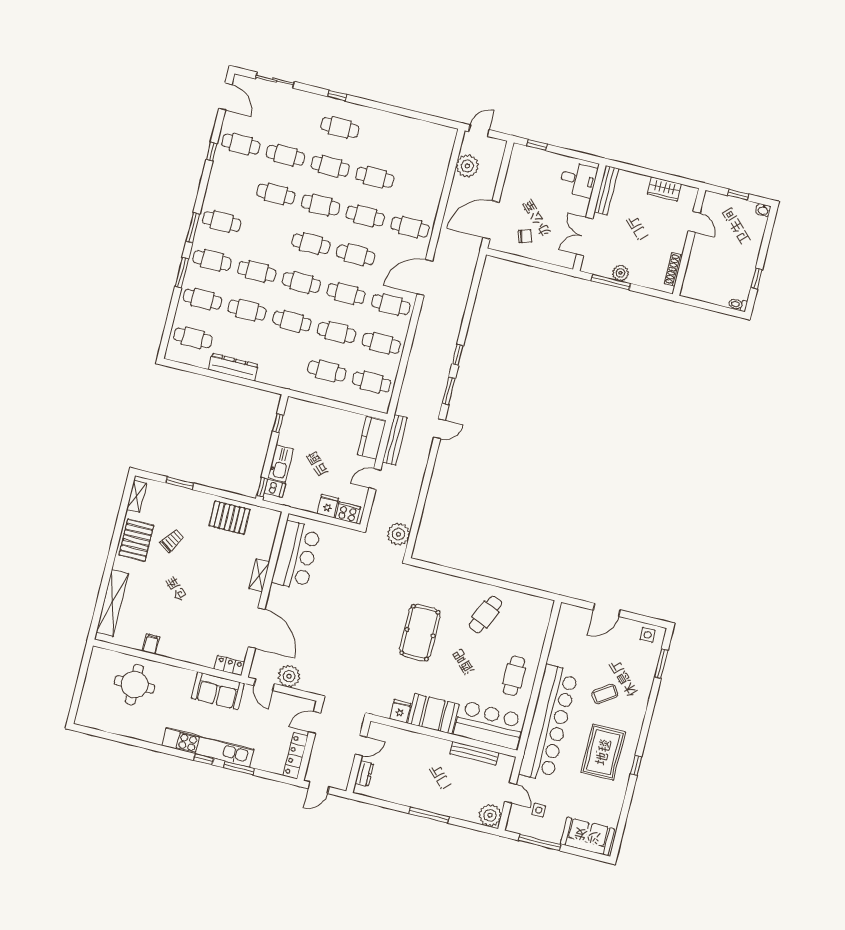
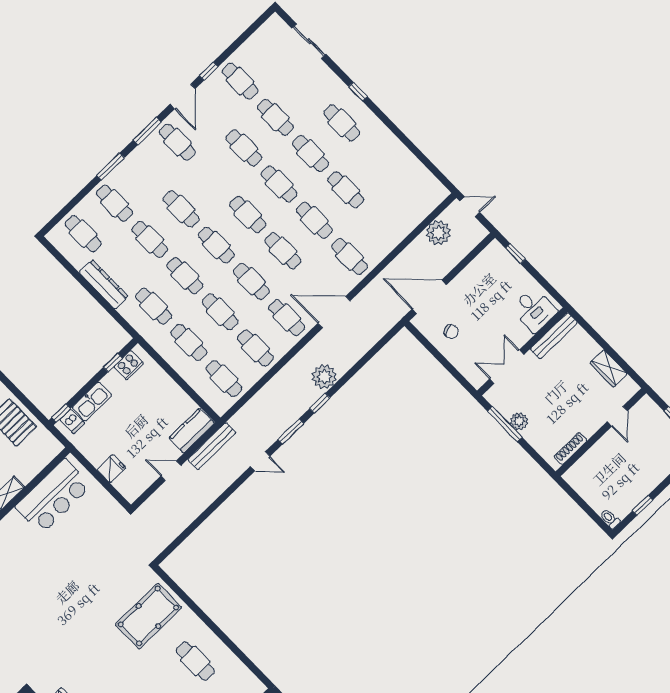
door: (225, 96) -> (183, 97), moved
cafe table: (212, 260) -> (154, 306), moved
cooker: (348, 513) -> (129, 365), moved, turned 90
plant: (398, 534) -> (324, 377), moved
cafe table: (485, 614) -> (195, 661), turned 66
pool table: (420, 633) -> (148, 616), moved

